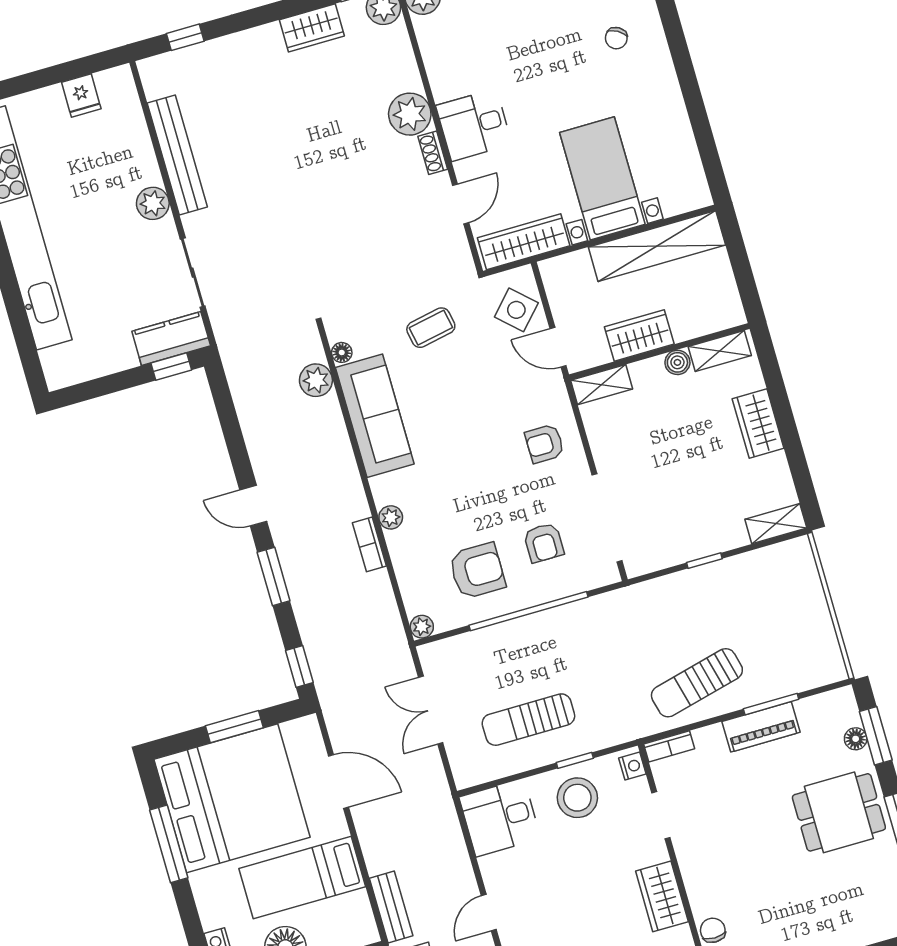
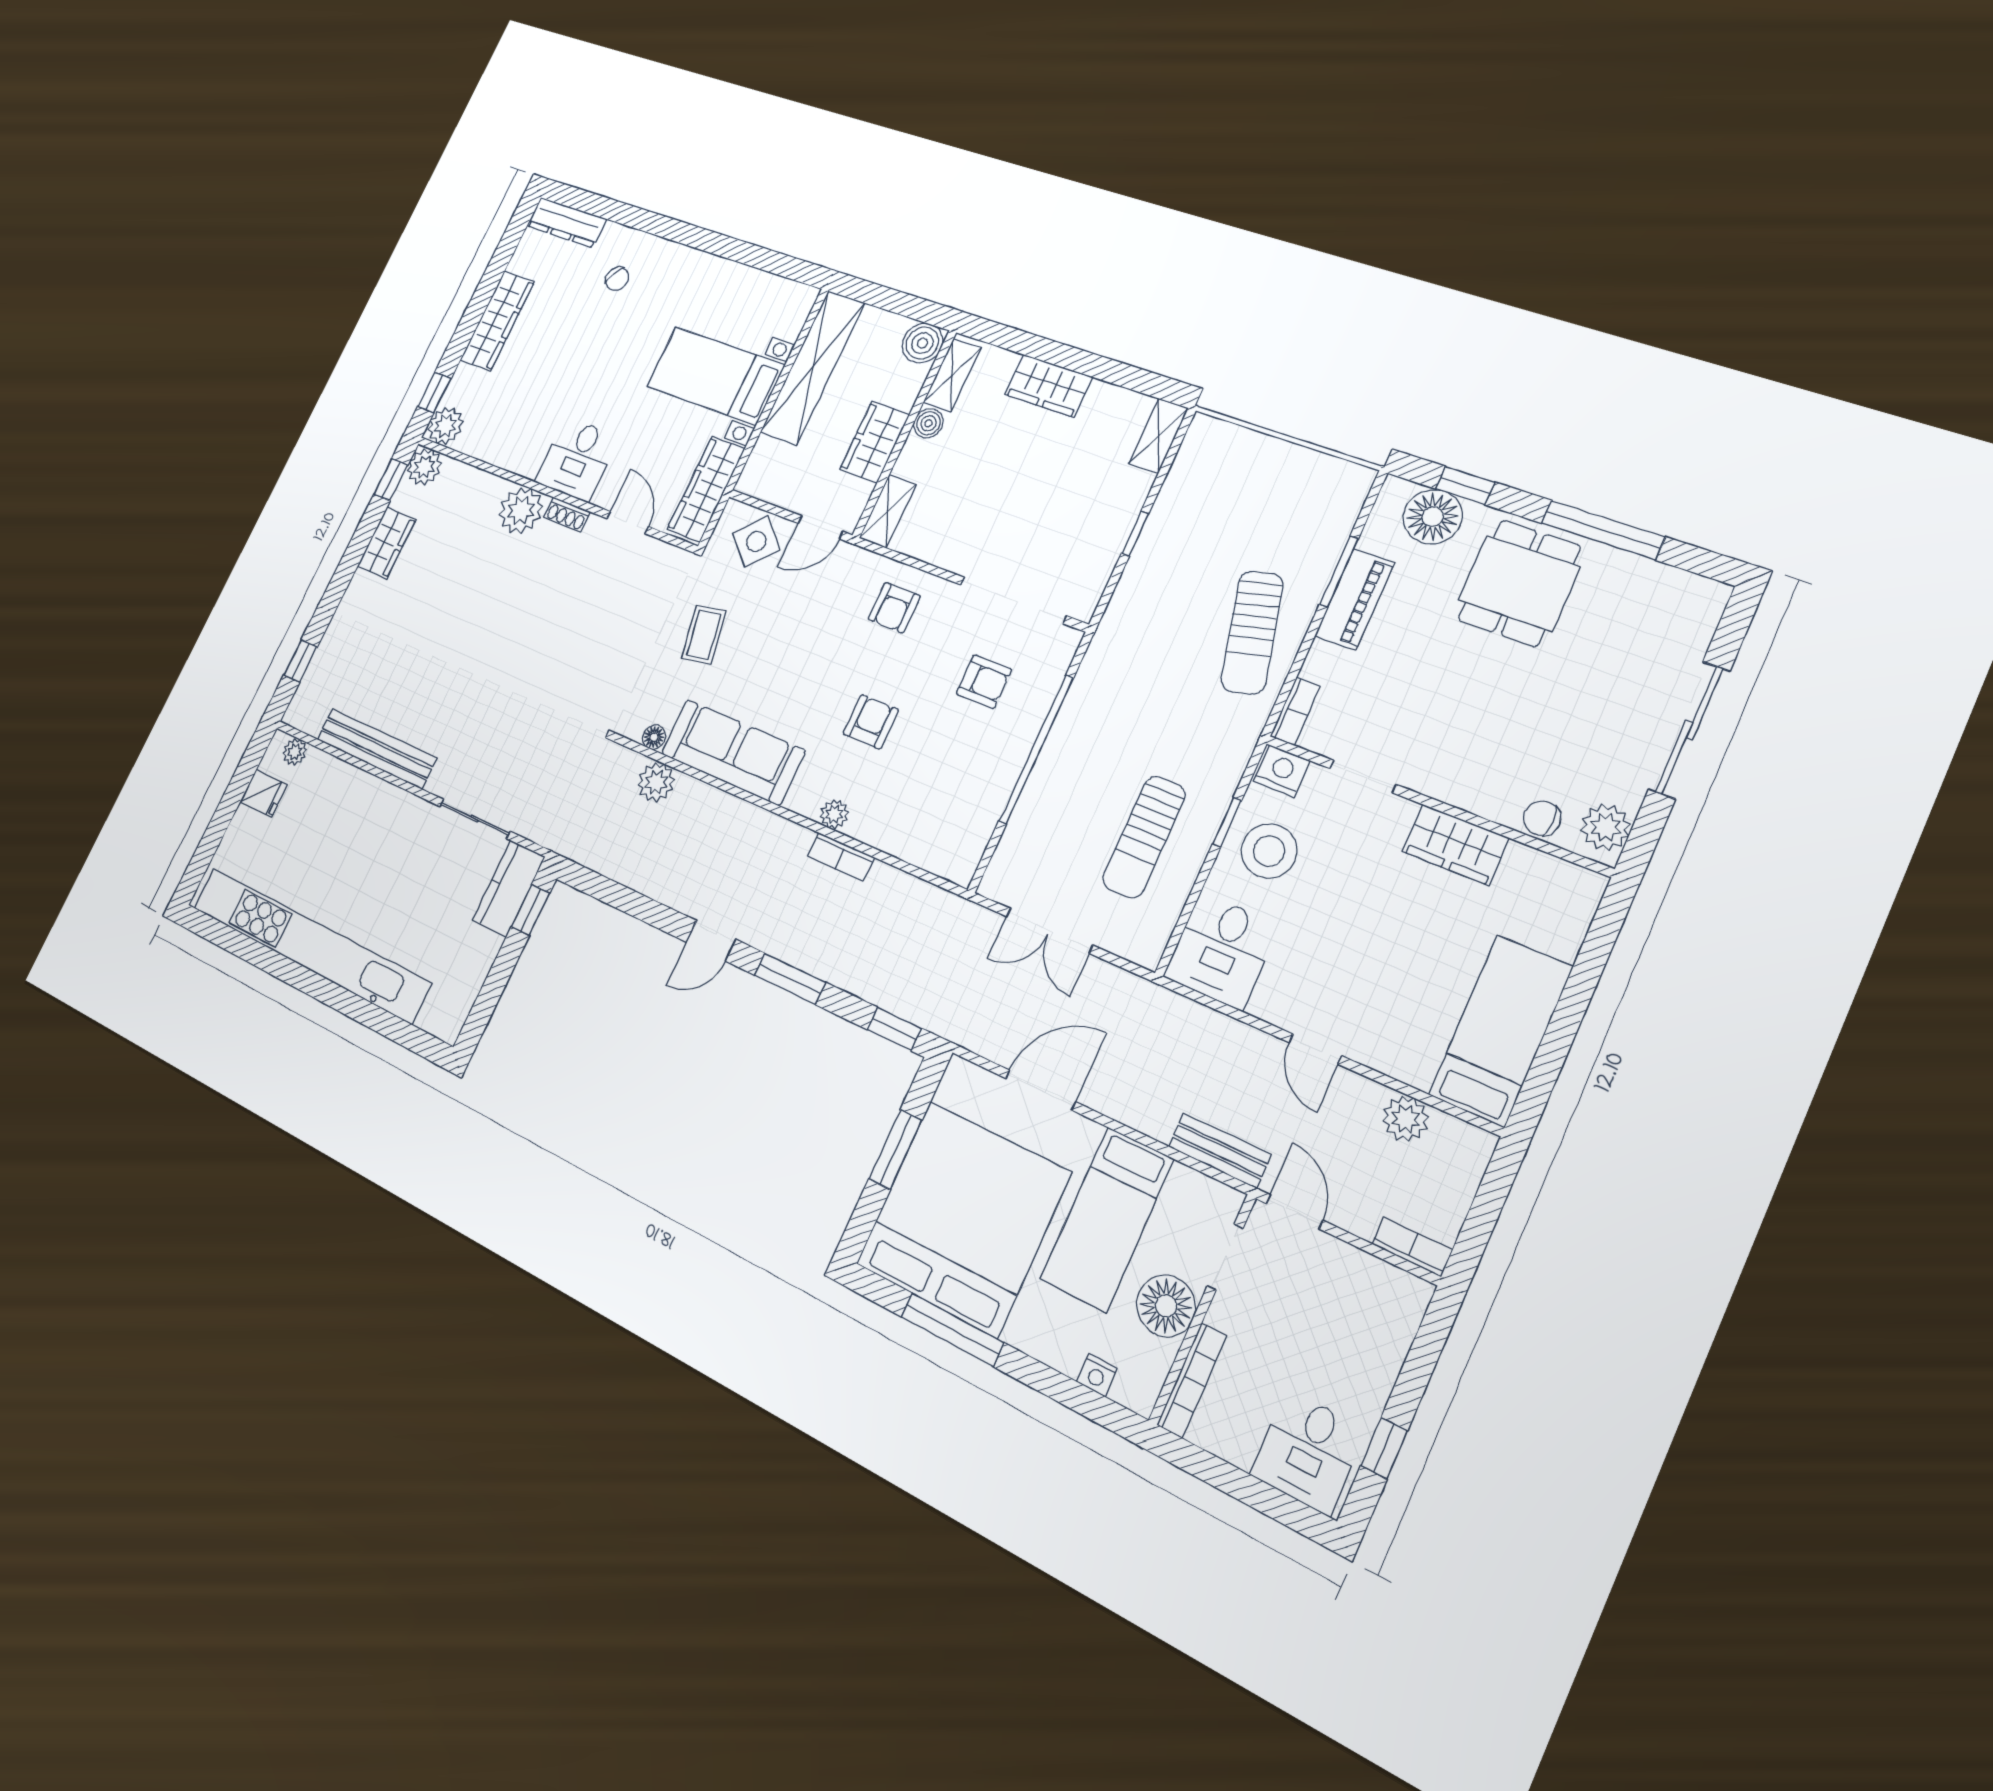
plant: (153, 203) -> (295, 752), moved, width x0.73, depth x0.73
boiler: (727, 311) -> (922, 343), added
armchair: (477, 571) -> (871, 722), moved, width x0.72, depth x0.72
plant: (422, 627) -> (961, 870), removed
window: (876, 736) -> (1465, 485), width x0.67
floor lamp: (856, 739) -> (1433, 517), width x1.89, depth x1.89
nightstand: (632, 766) -> (1282, 771), width x1.39, depth x1.35

